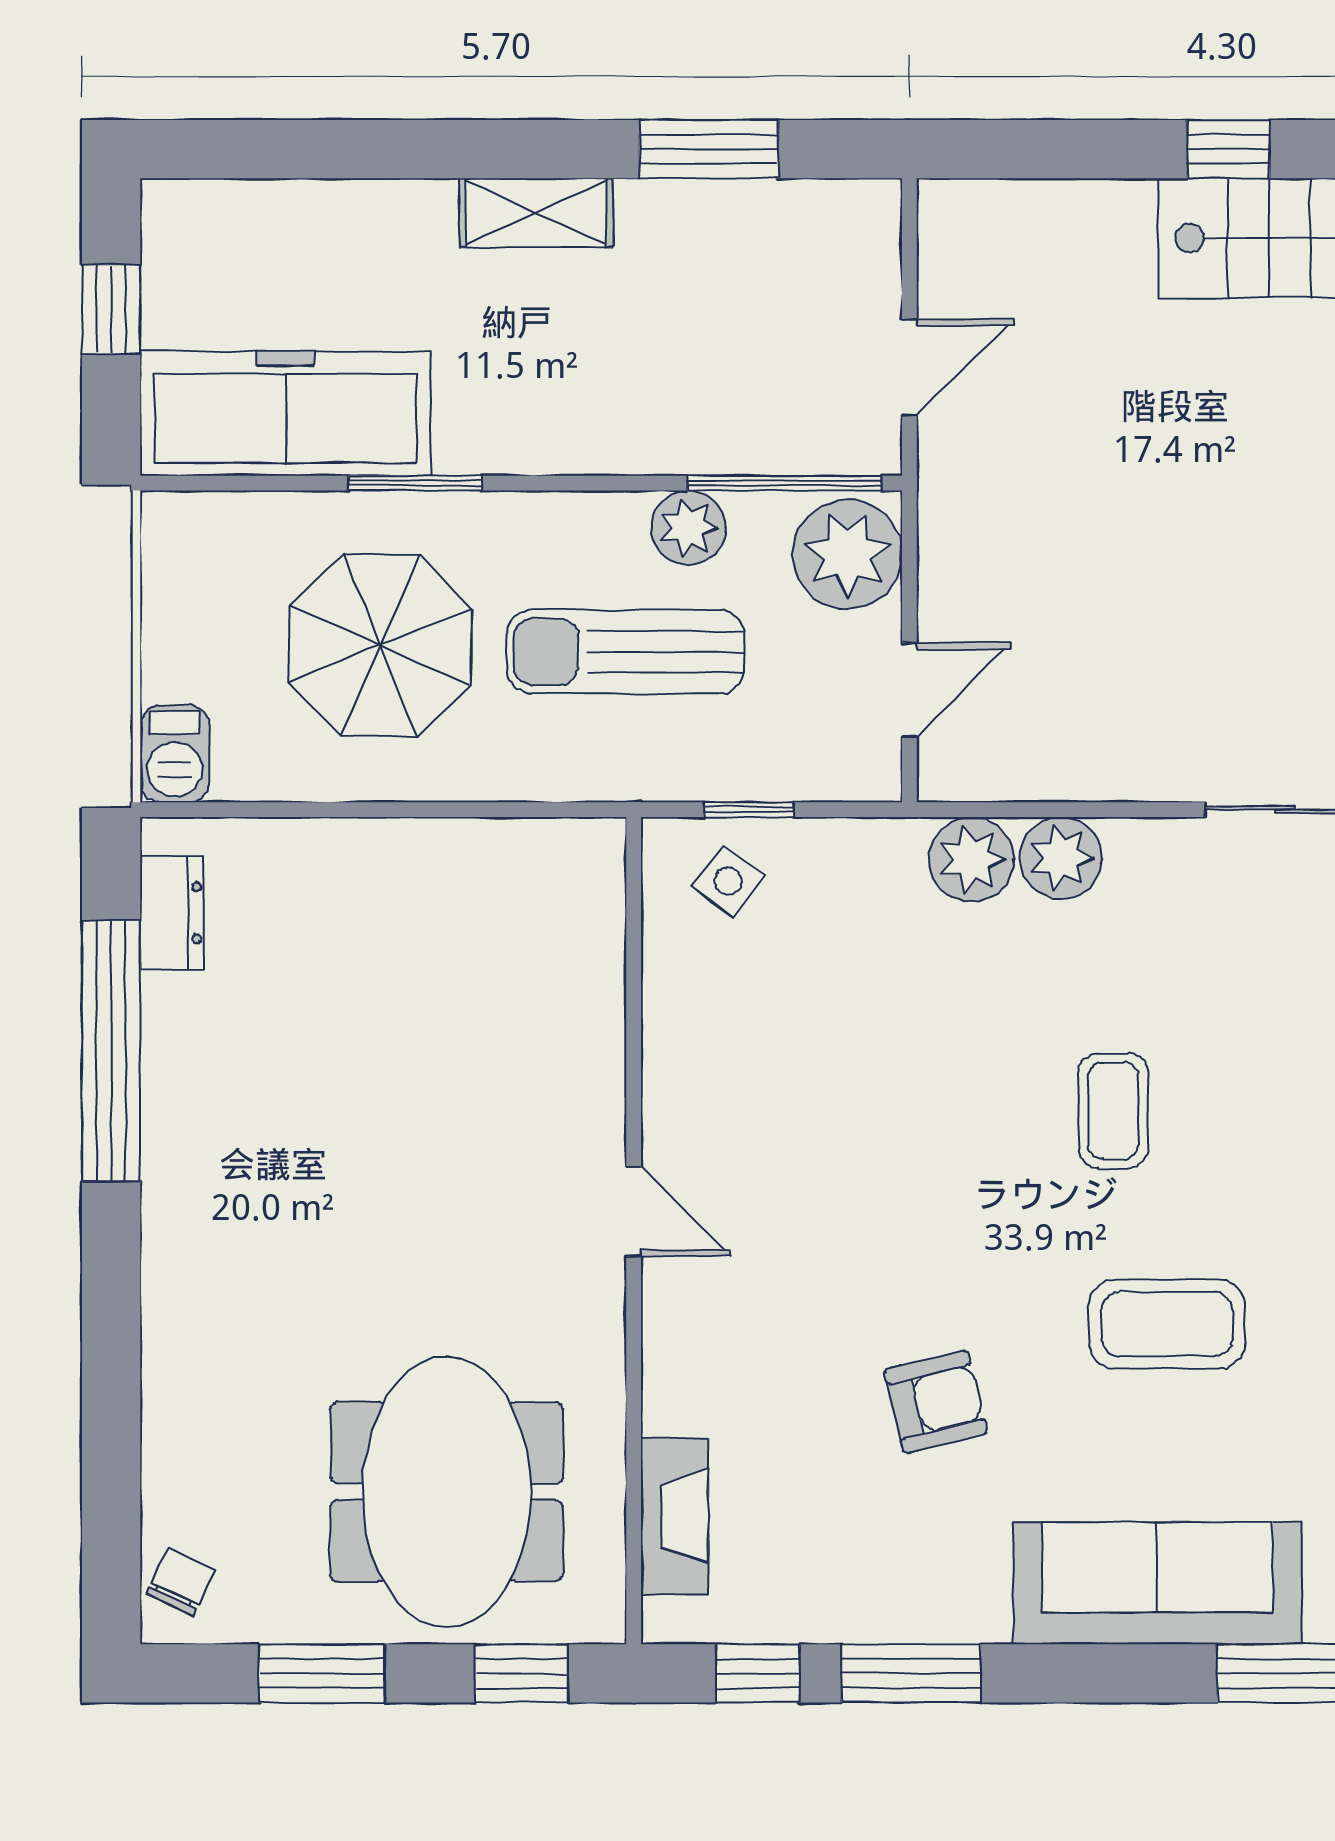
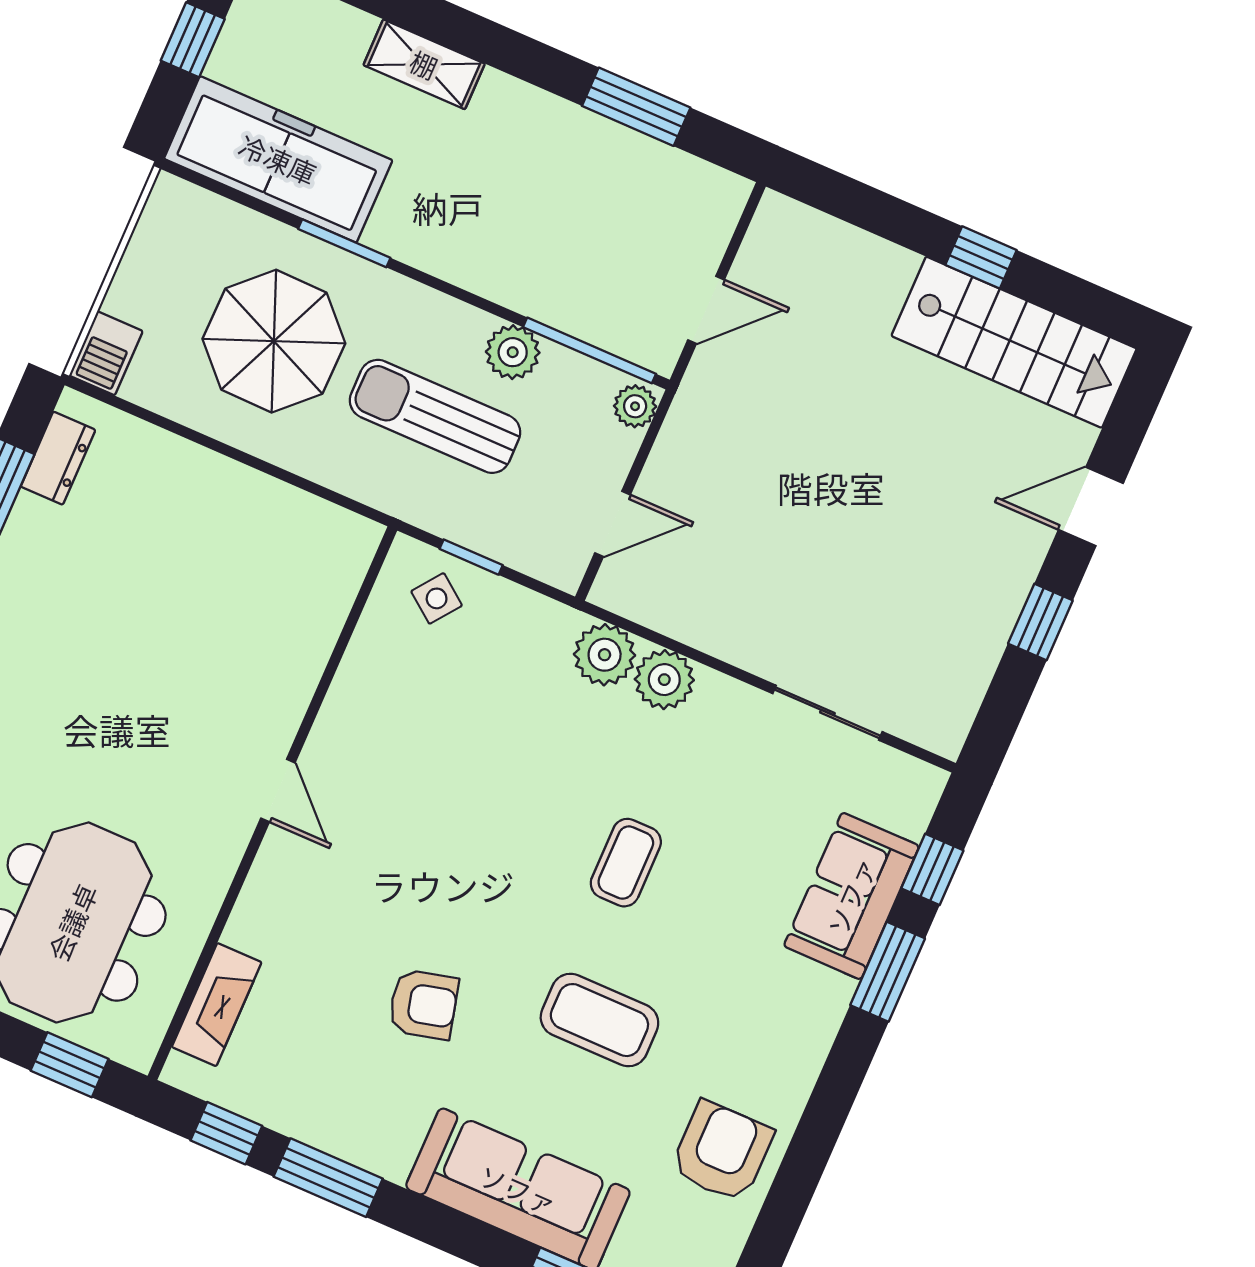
shelving: (536, 213) -> (424, 64), moved
plant: (847, 554) -> (635, 406), width x0.53, depth x0.53

